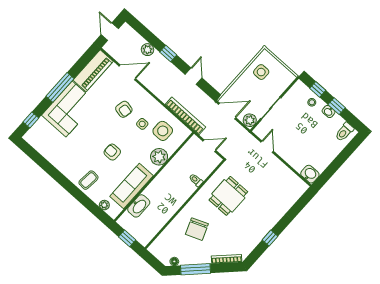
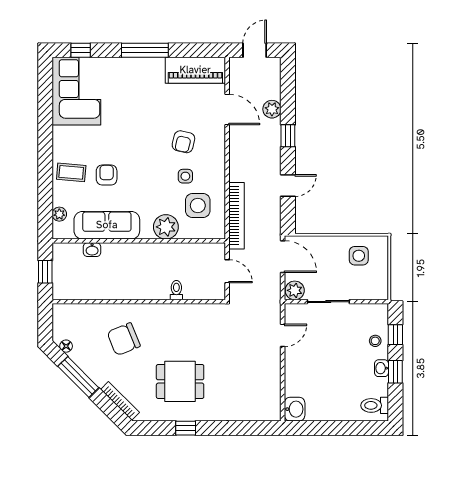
corner sofa: (69, 109) -> (76, 91), moved, turned -90
armchair: (112, 152) -> (107, 175), moved
dining table: (228, 196) -> (180, 381), moved
washbasin: (139, 206) -> (92, 250), width x0.52, depth x0.69

